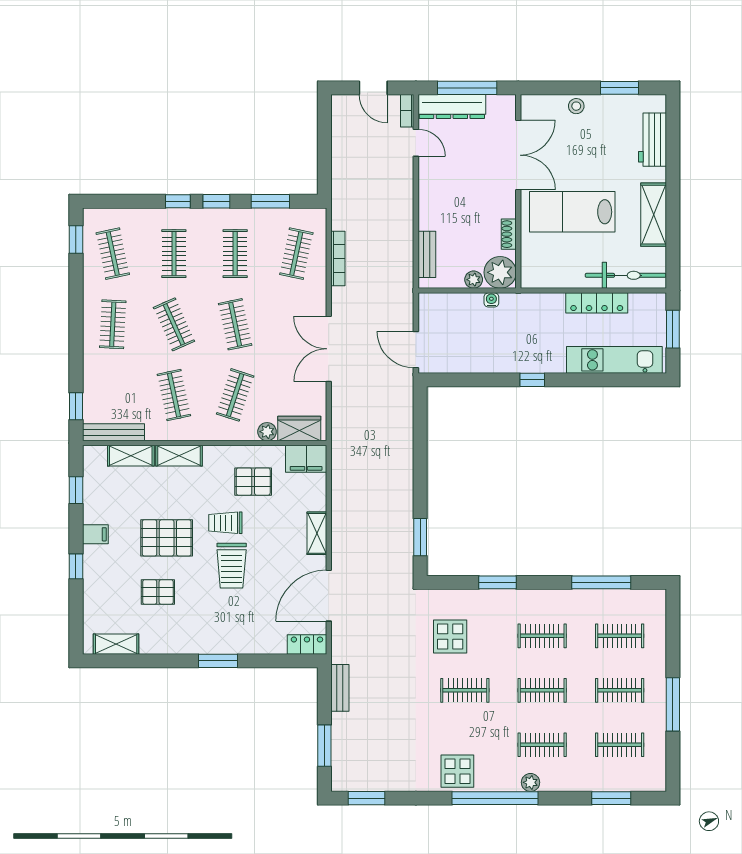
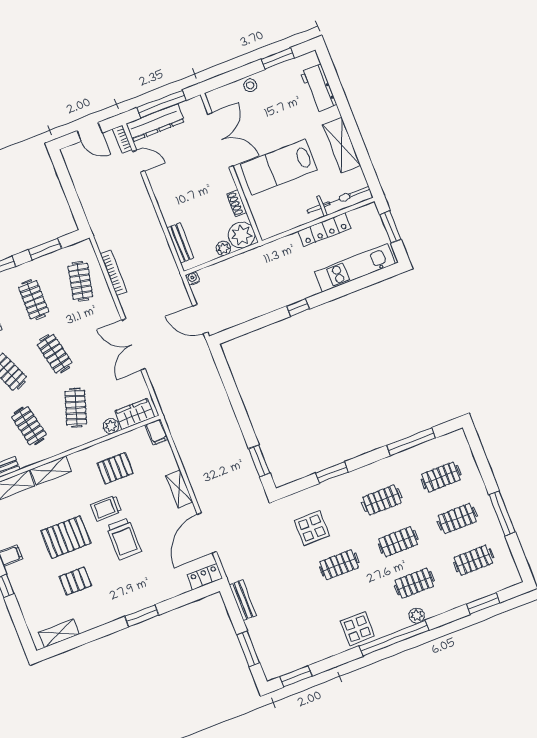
water cooler: (491, 300) -> (193, 278), moved
filing cabinet: (306, 459) -> (157, 432), width x0.50

